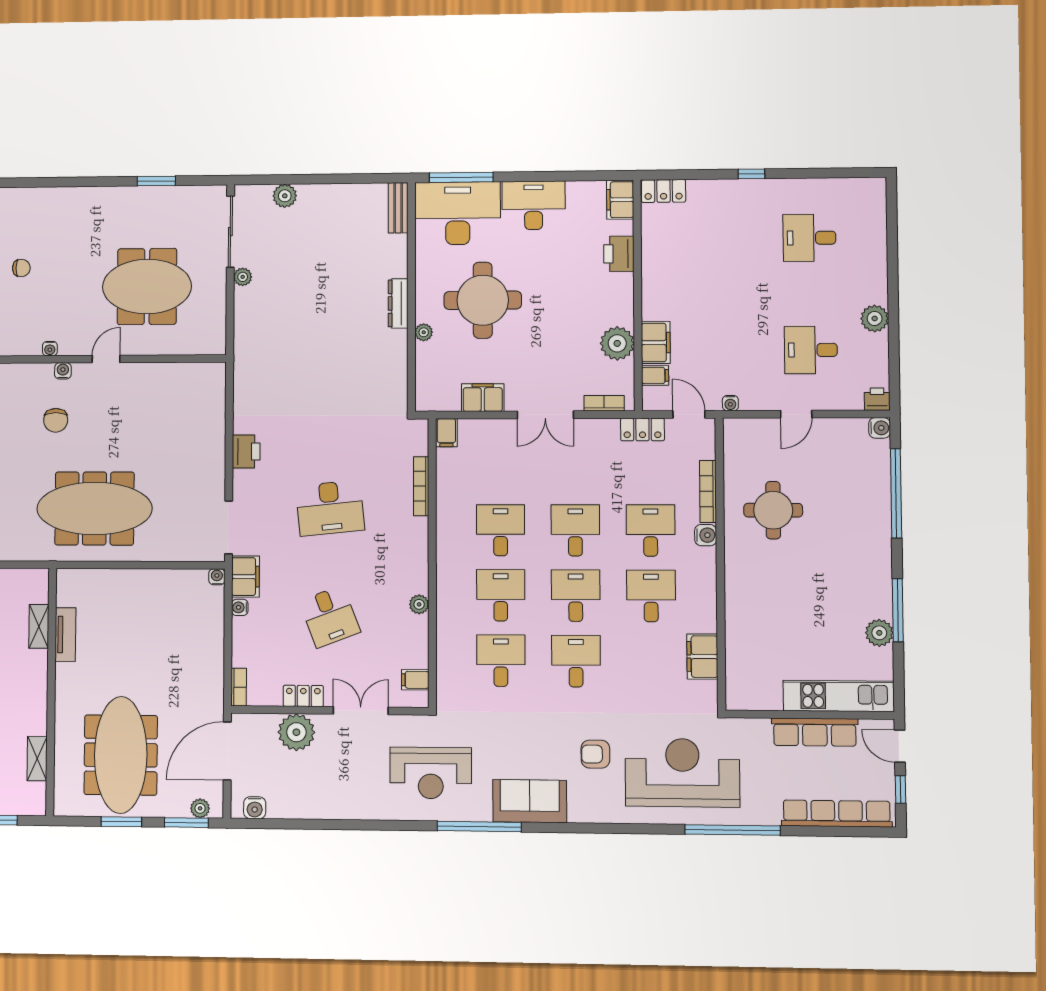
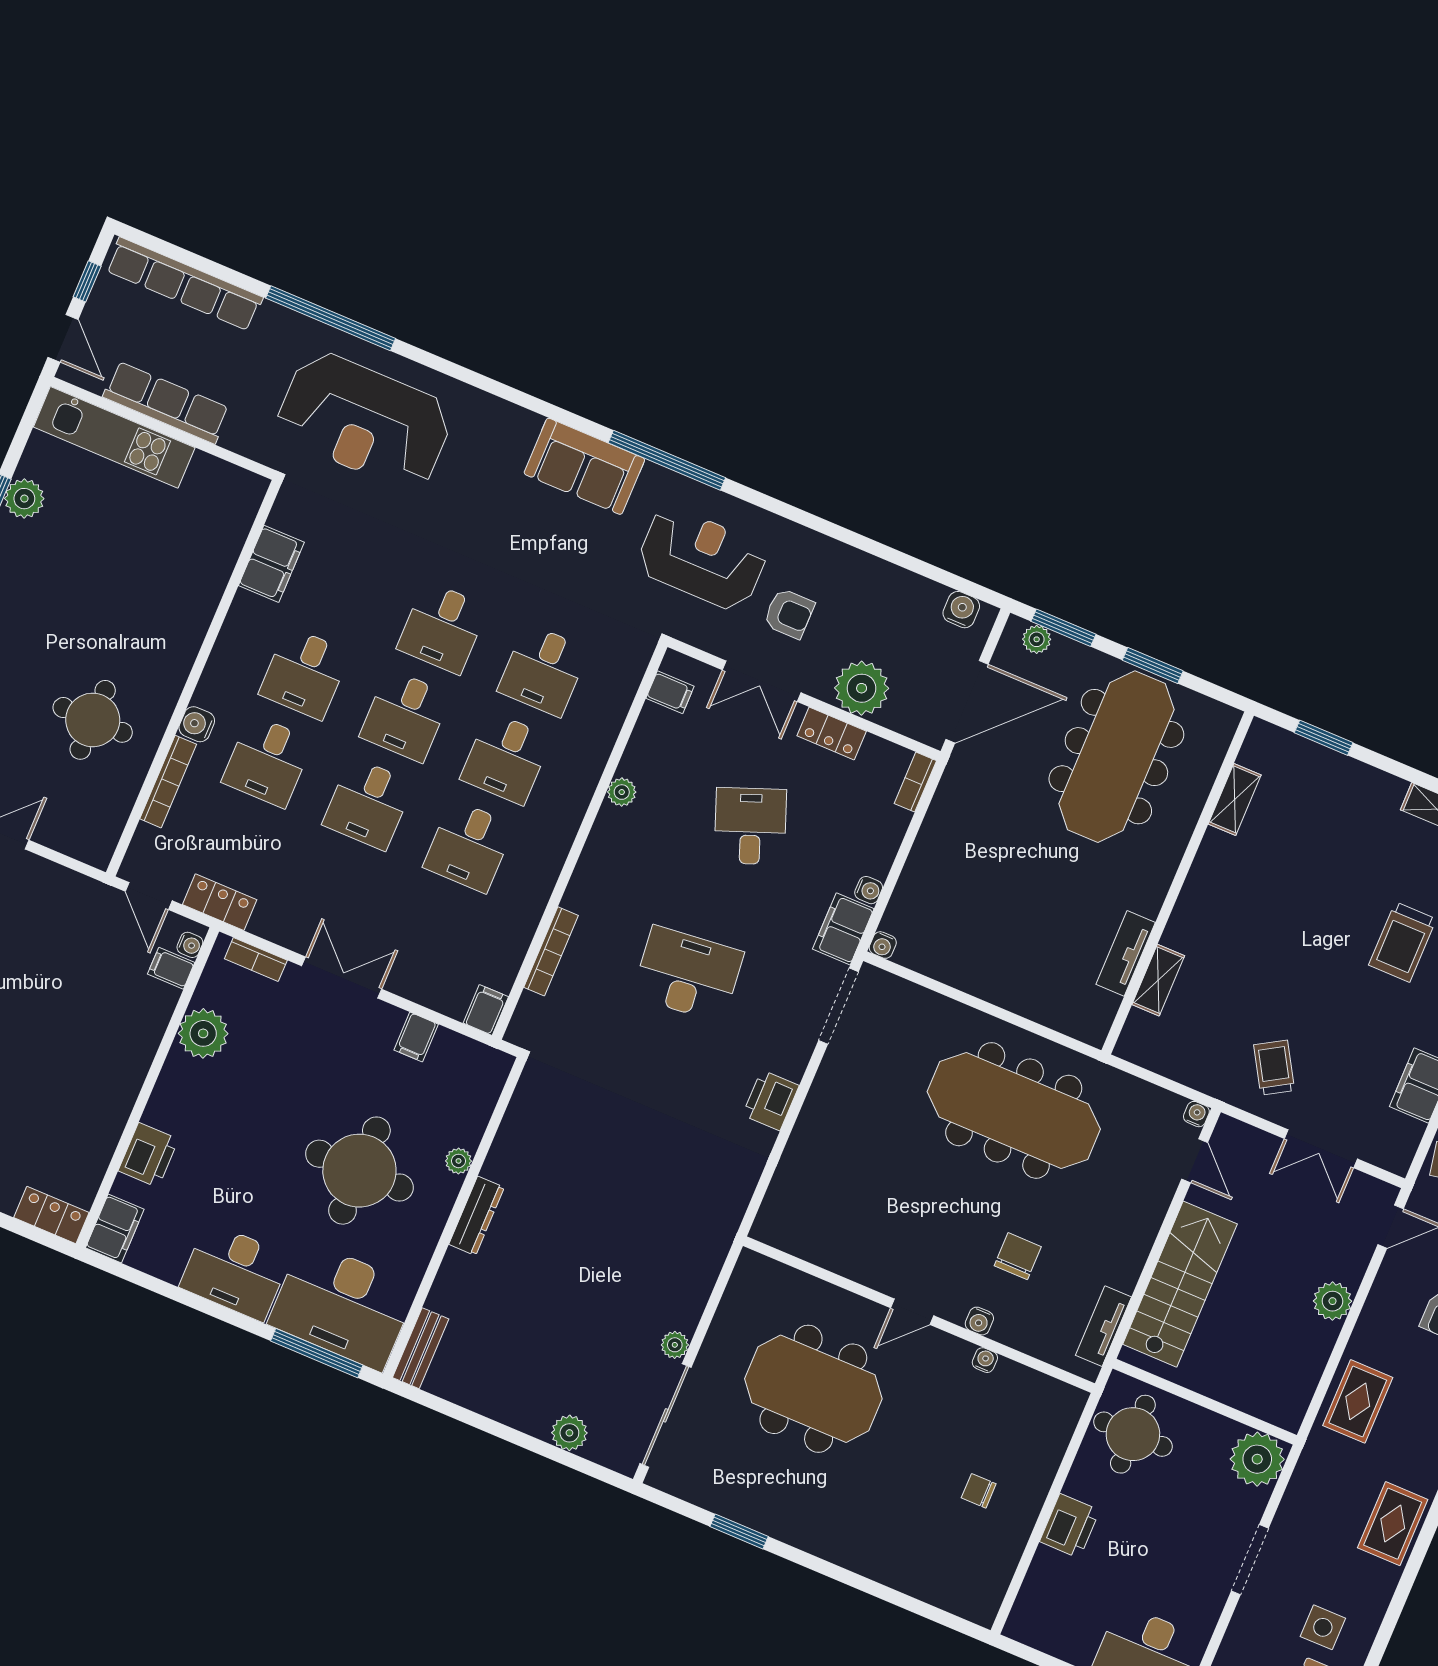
filing cabinet: (656, 343) -> (151, 1012), removed
filing cabinet: (483, 398) -> (416, 1037), width x0.50
water cooler: (730, 403) -> (190, 945), moved, turned 90
armchair: (595, 754) -> (789, 613), moved

